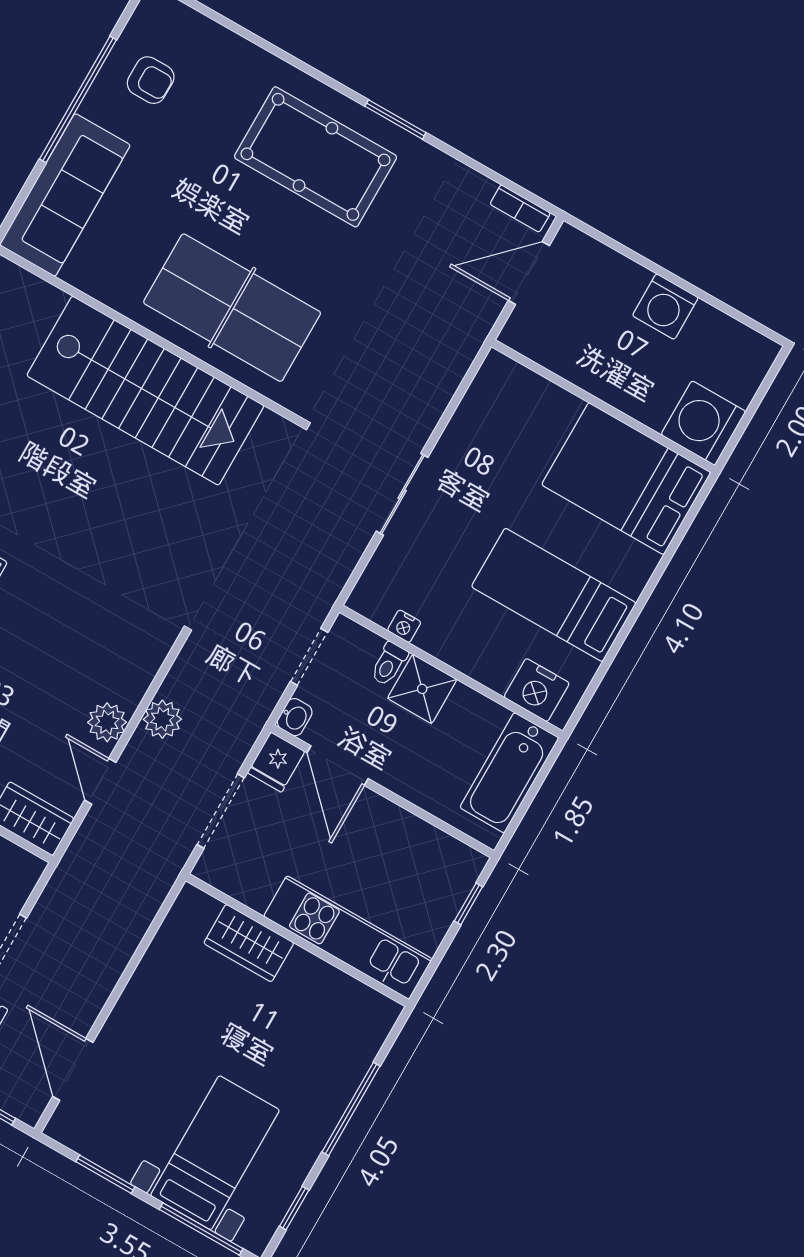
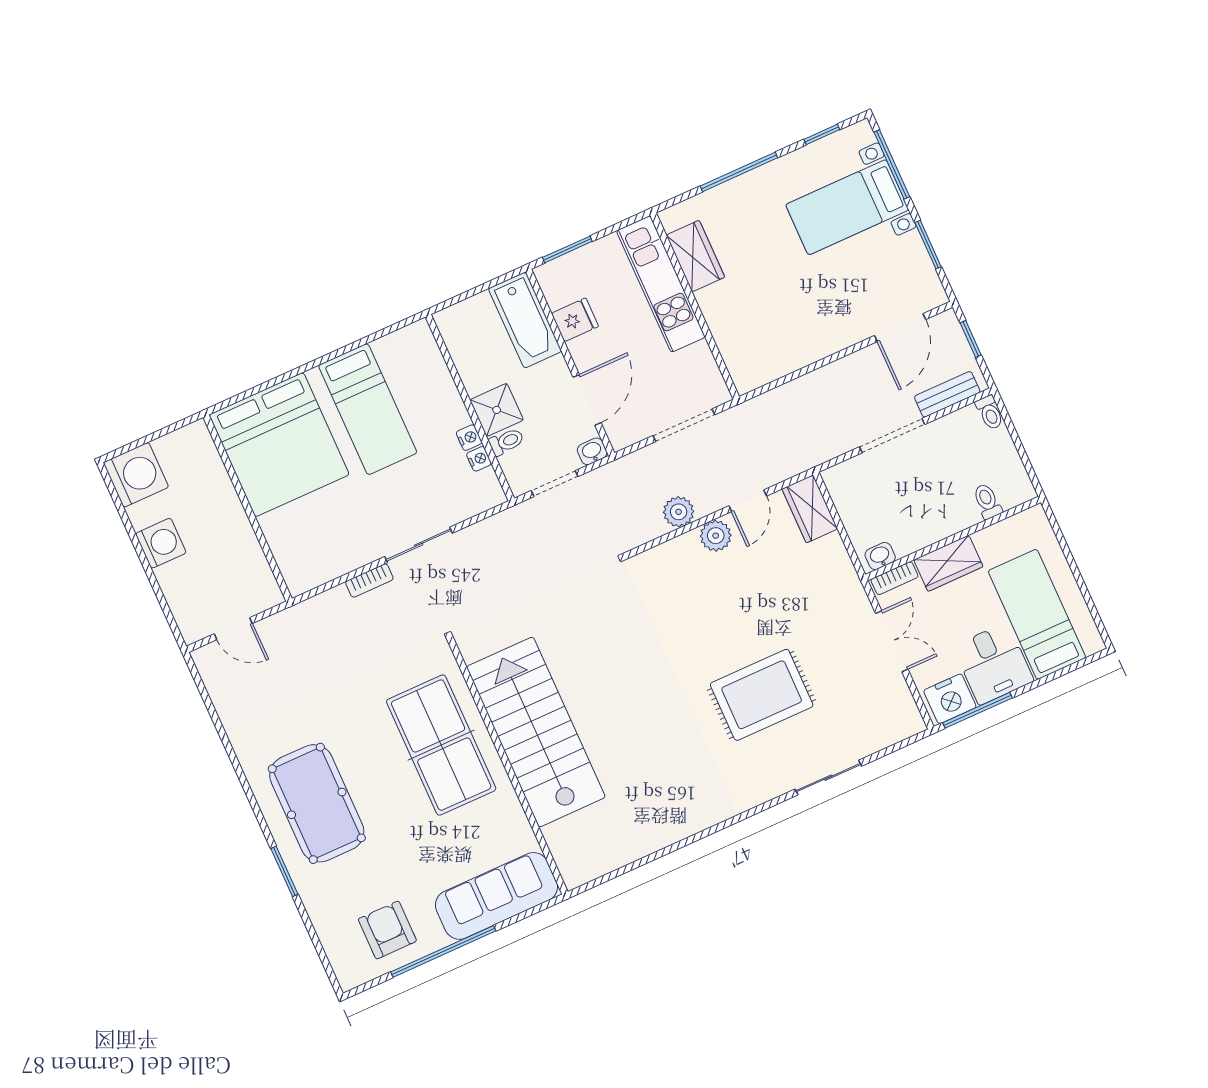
armchair: (151, 80) -> (387, 930), width x1.38, depth x1.38
window: (395, 119) -> (284, 871), moved
bookcase: (520, 208) -> (369, 580), moved, turned 90
door: (529, 273) -> (233, 629), width x0.73
washing machine: (703, 423) -> (136, 475), moved, turned -90
bed: (626, 479) -> (279, 445), width x1.36
nightstand: (537, 690) -> (469, 438), moved, width x0.53, depth x0.56
fridge: (276, 762) -> (575, 320), moved
bathtub: (509, 773) -> (525, 320), moved, turned 90
window: (468, 904) -> (567, 249), width x1.50
wardrobe: (249, 943) -> (695, 256), moved

